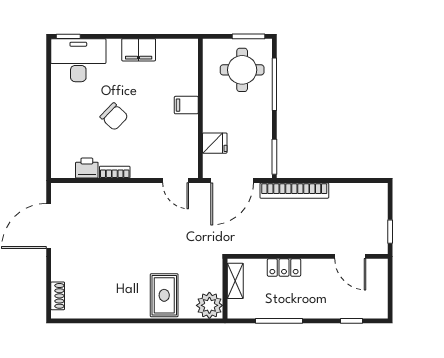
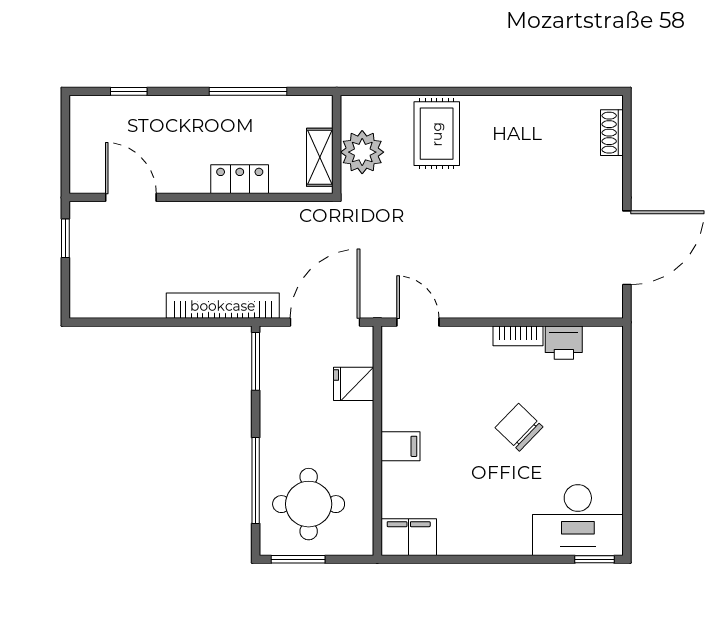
filing cabinet: (139, 50) -> (409, 537), moved
plant: (209, 305) -> (362, 152), moved

